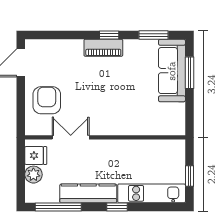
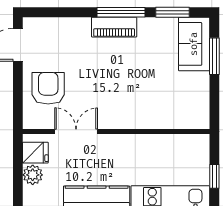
window: (109, 35) -> (121, 12), width x2.17
sofa: (172, 71) -> (194, 44), width x0.73

